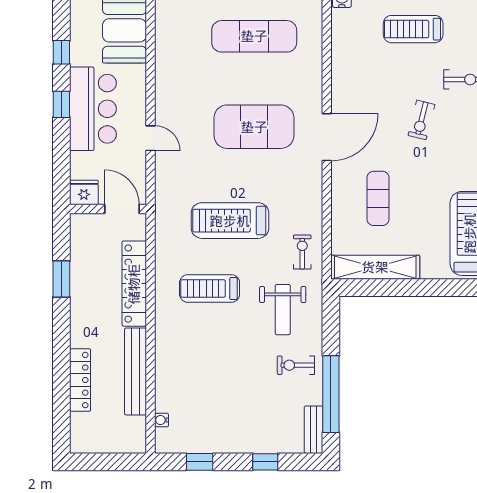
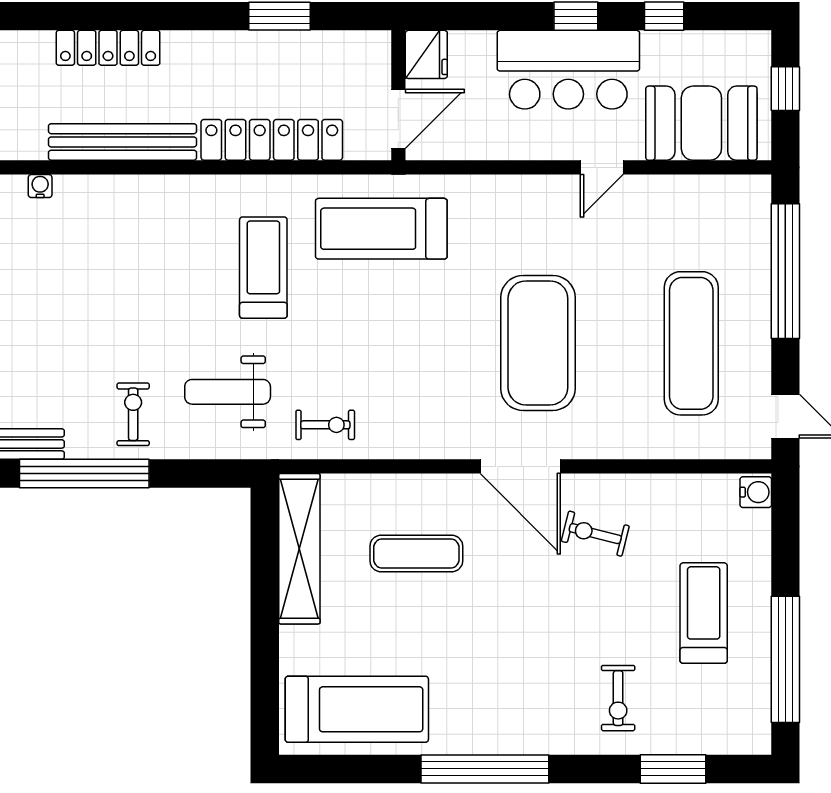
exercise bike: (421, 120) -> (595, 534), moved
door: (150, 138) -> (602, 167), moved
treadmill: (230, 221) -> (381, 229), moved, turned -90

